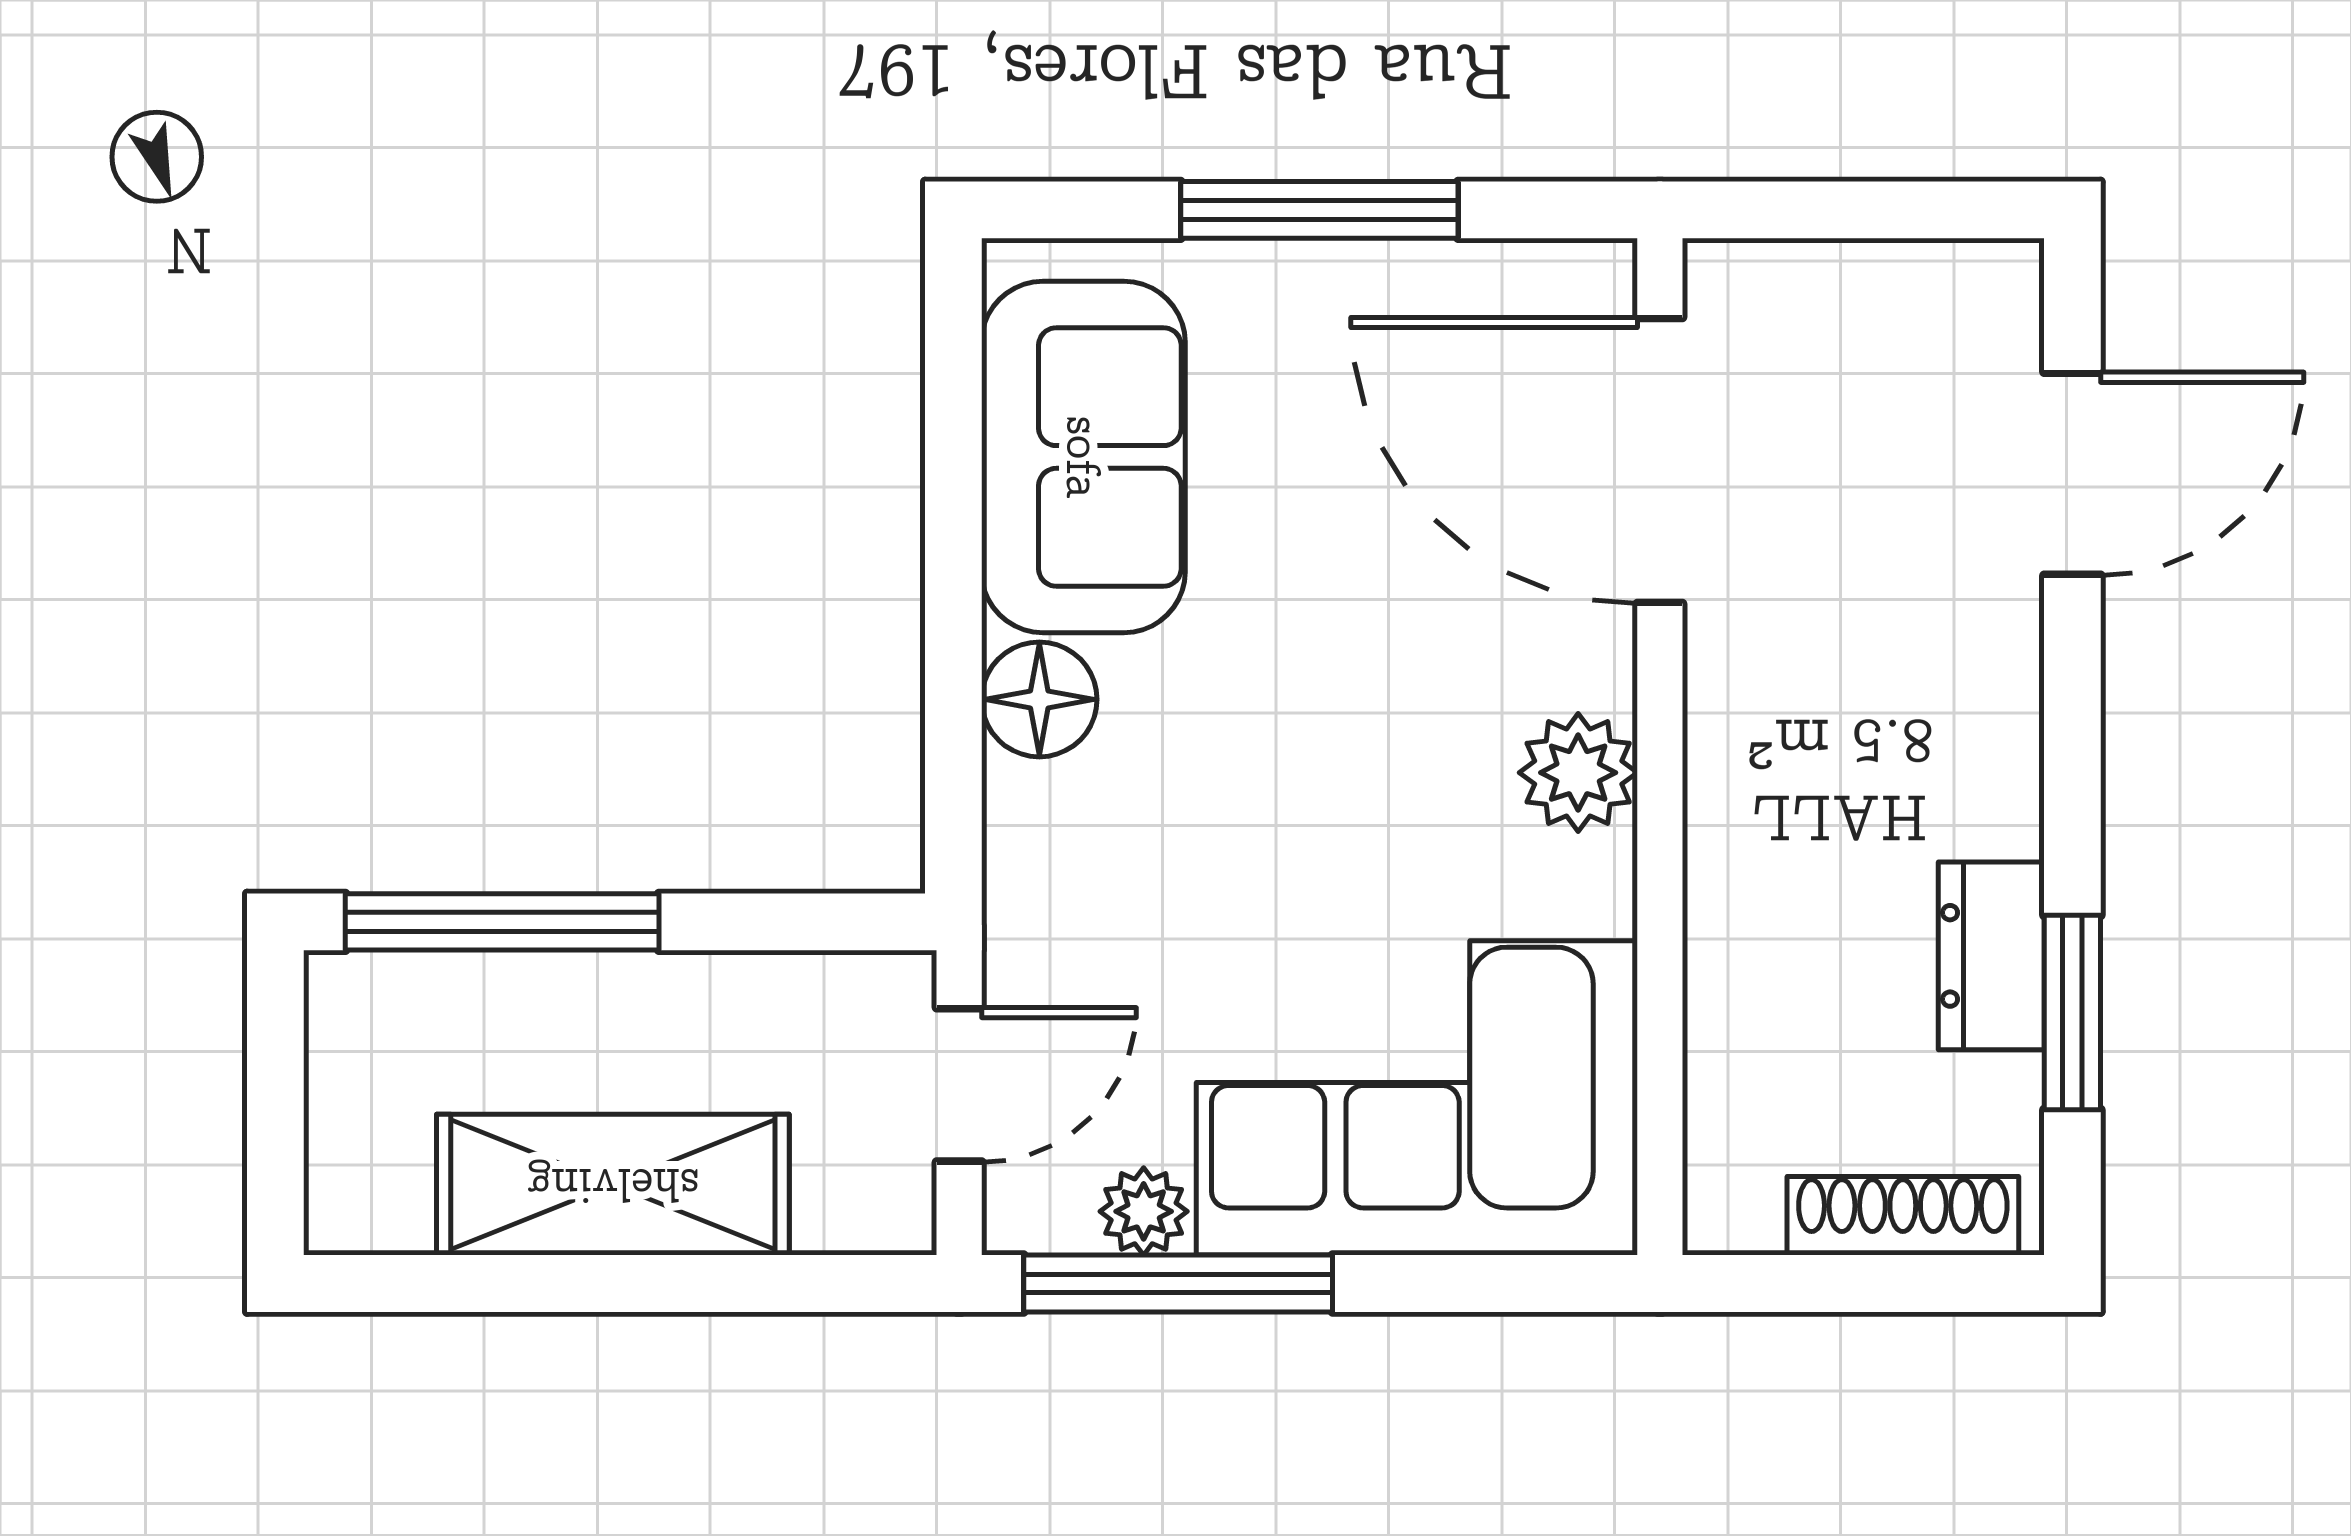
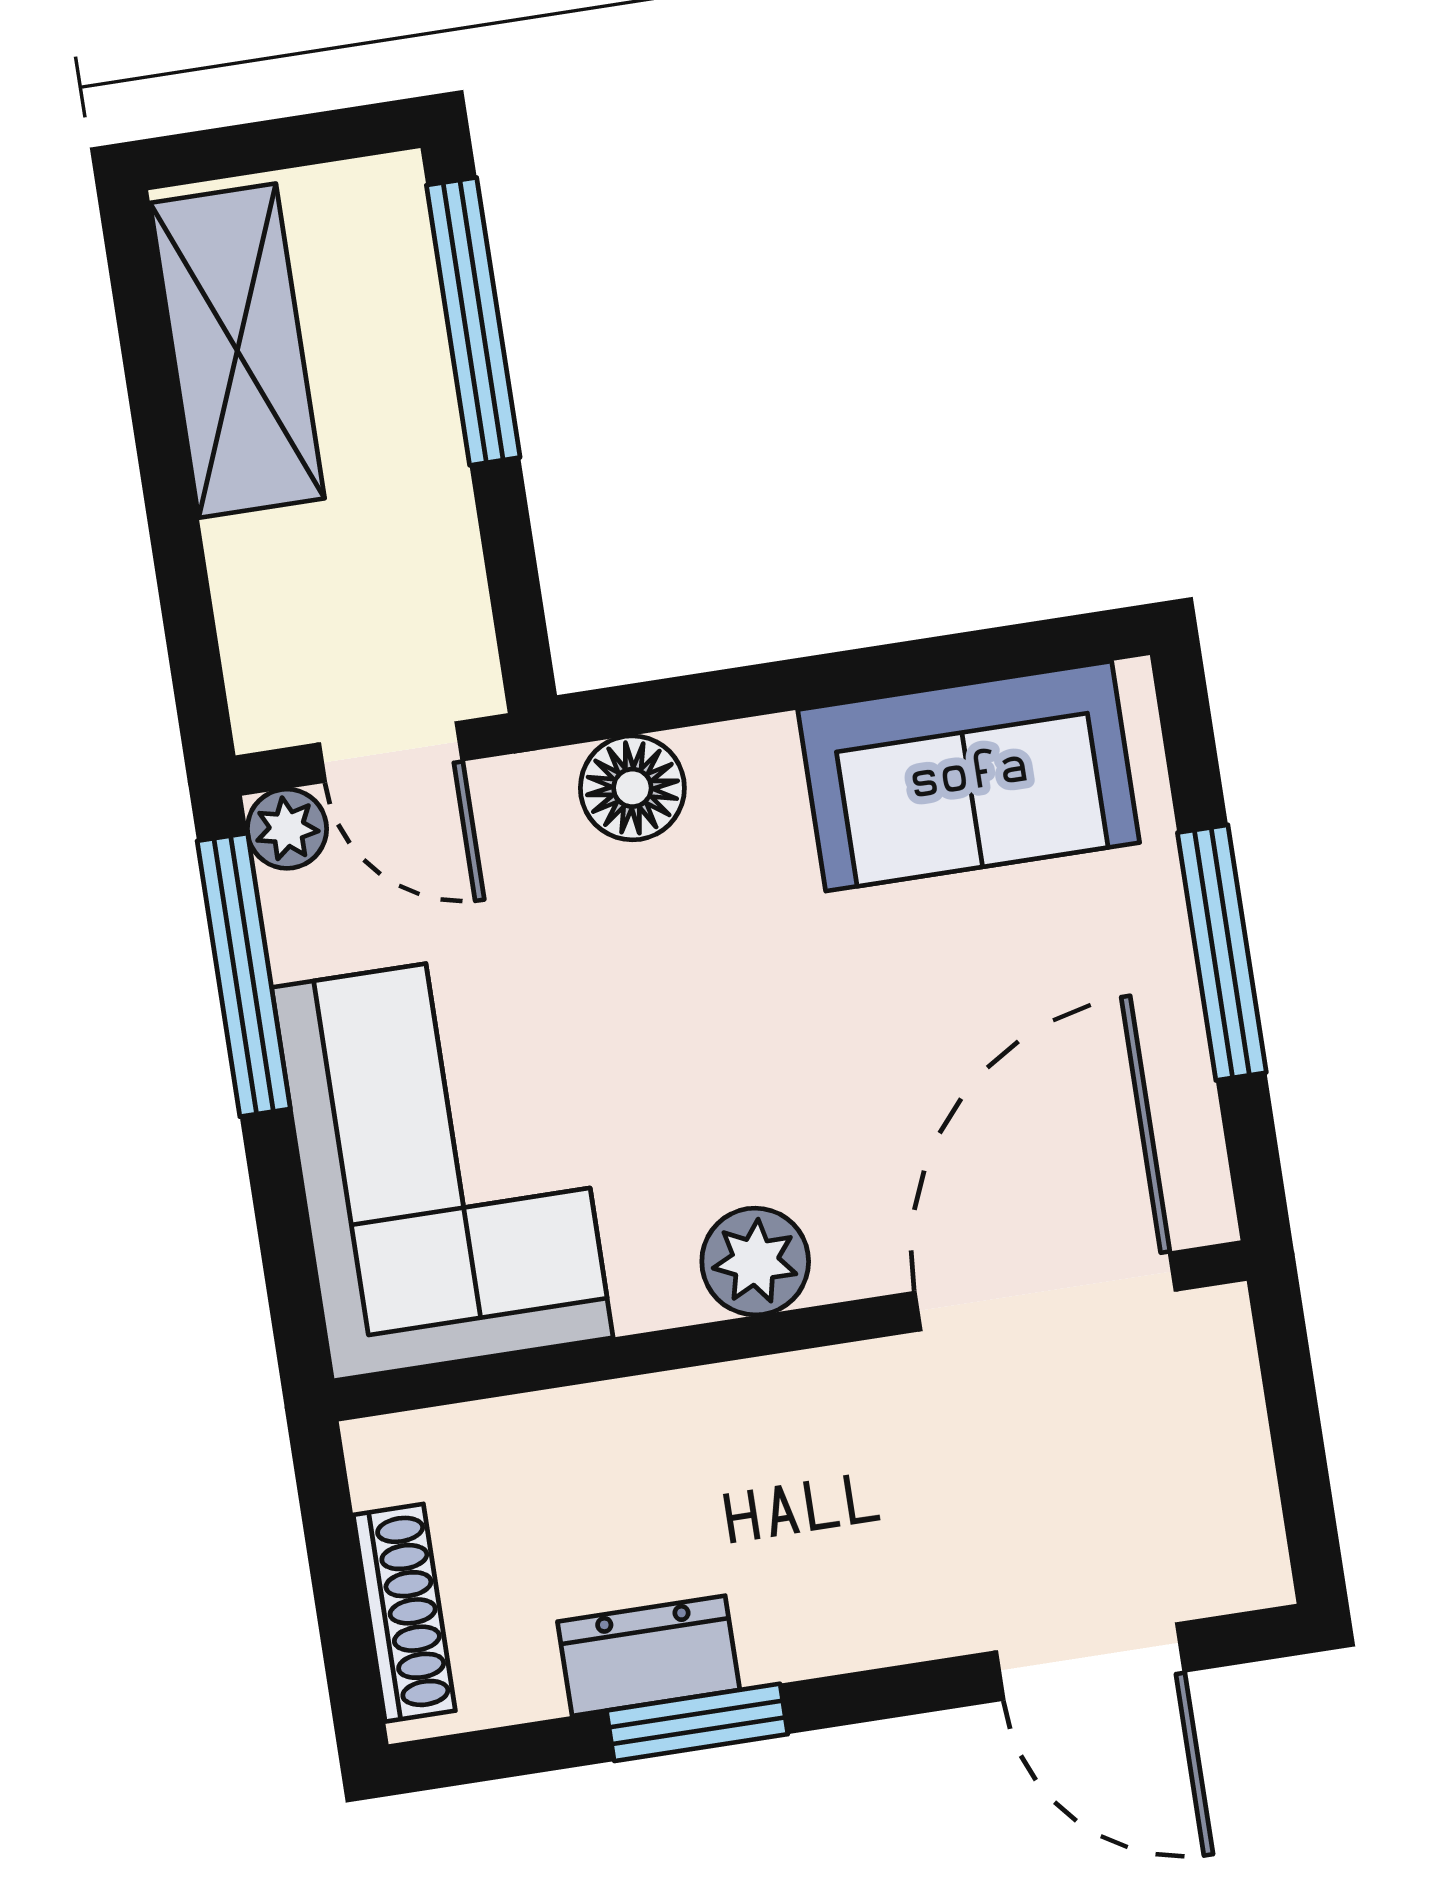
floor lamp: (1039, 699) -> (632, 788), moved
window: (2072, 1013) -> (697, 1722), moved
shelving: (613, 1185) -> (237, 351), moved
plant: (1144, 1211) -> (287, 829), moved

